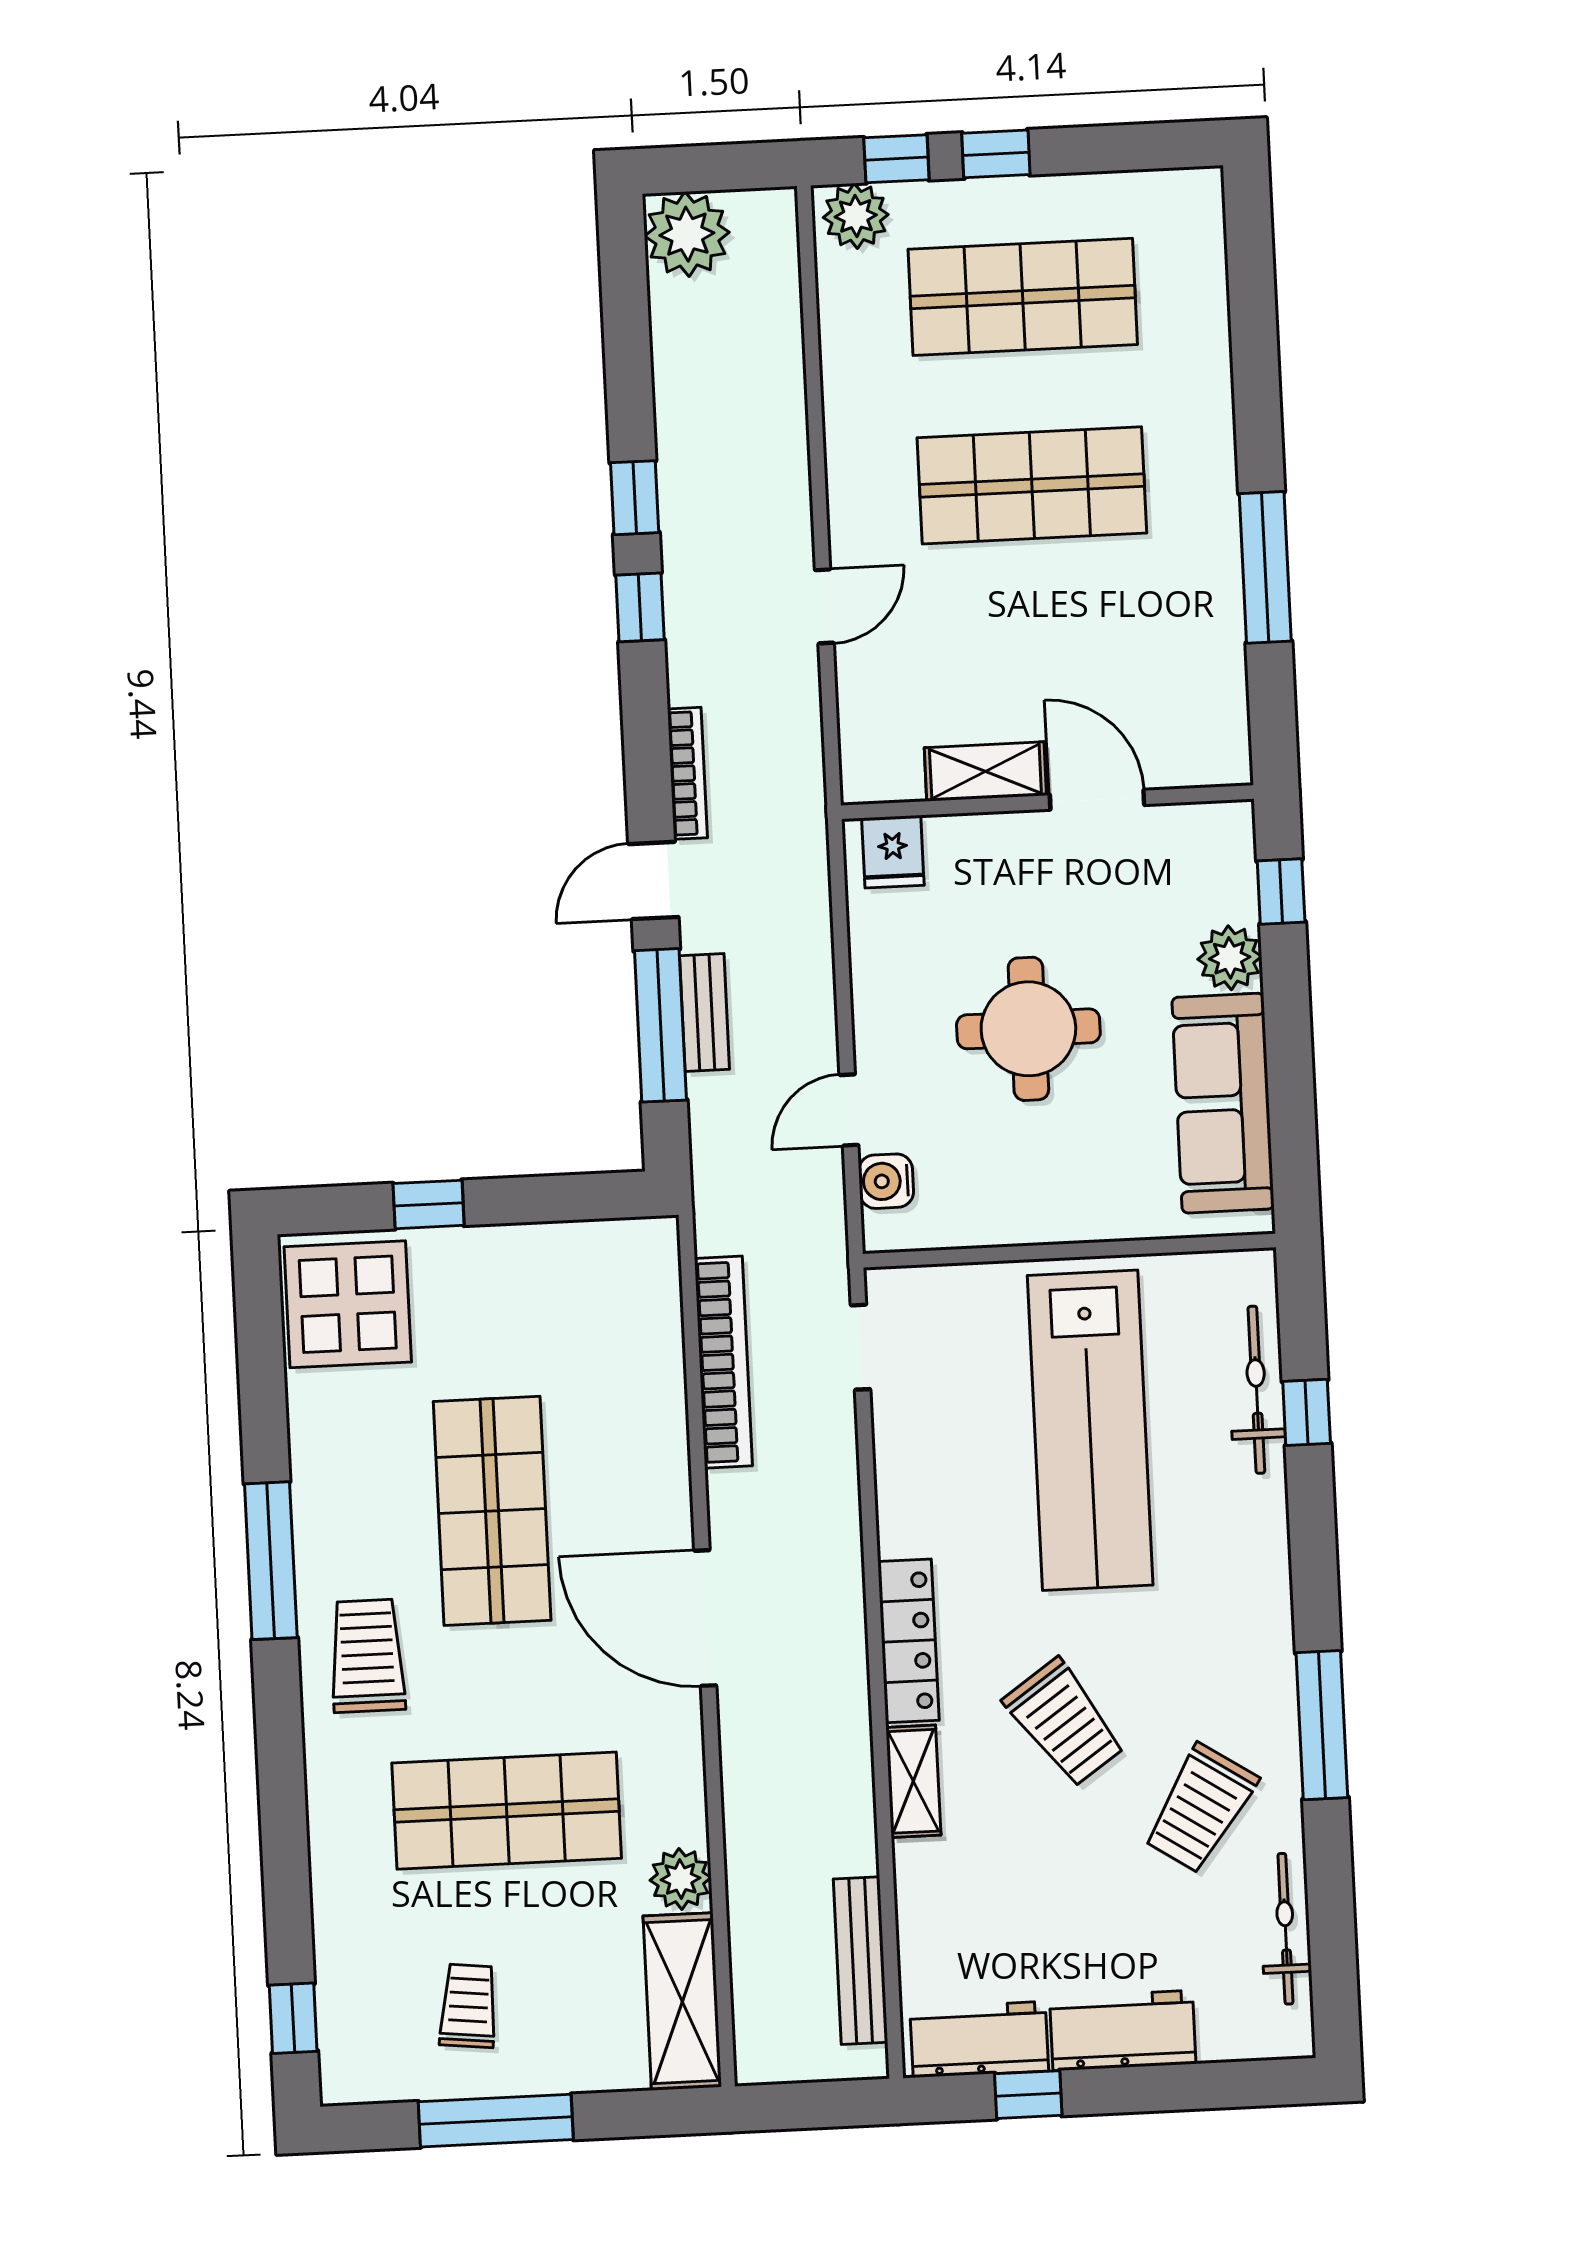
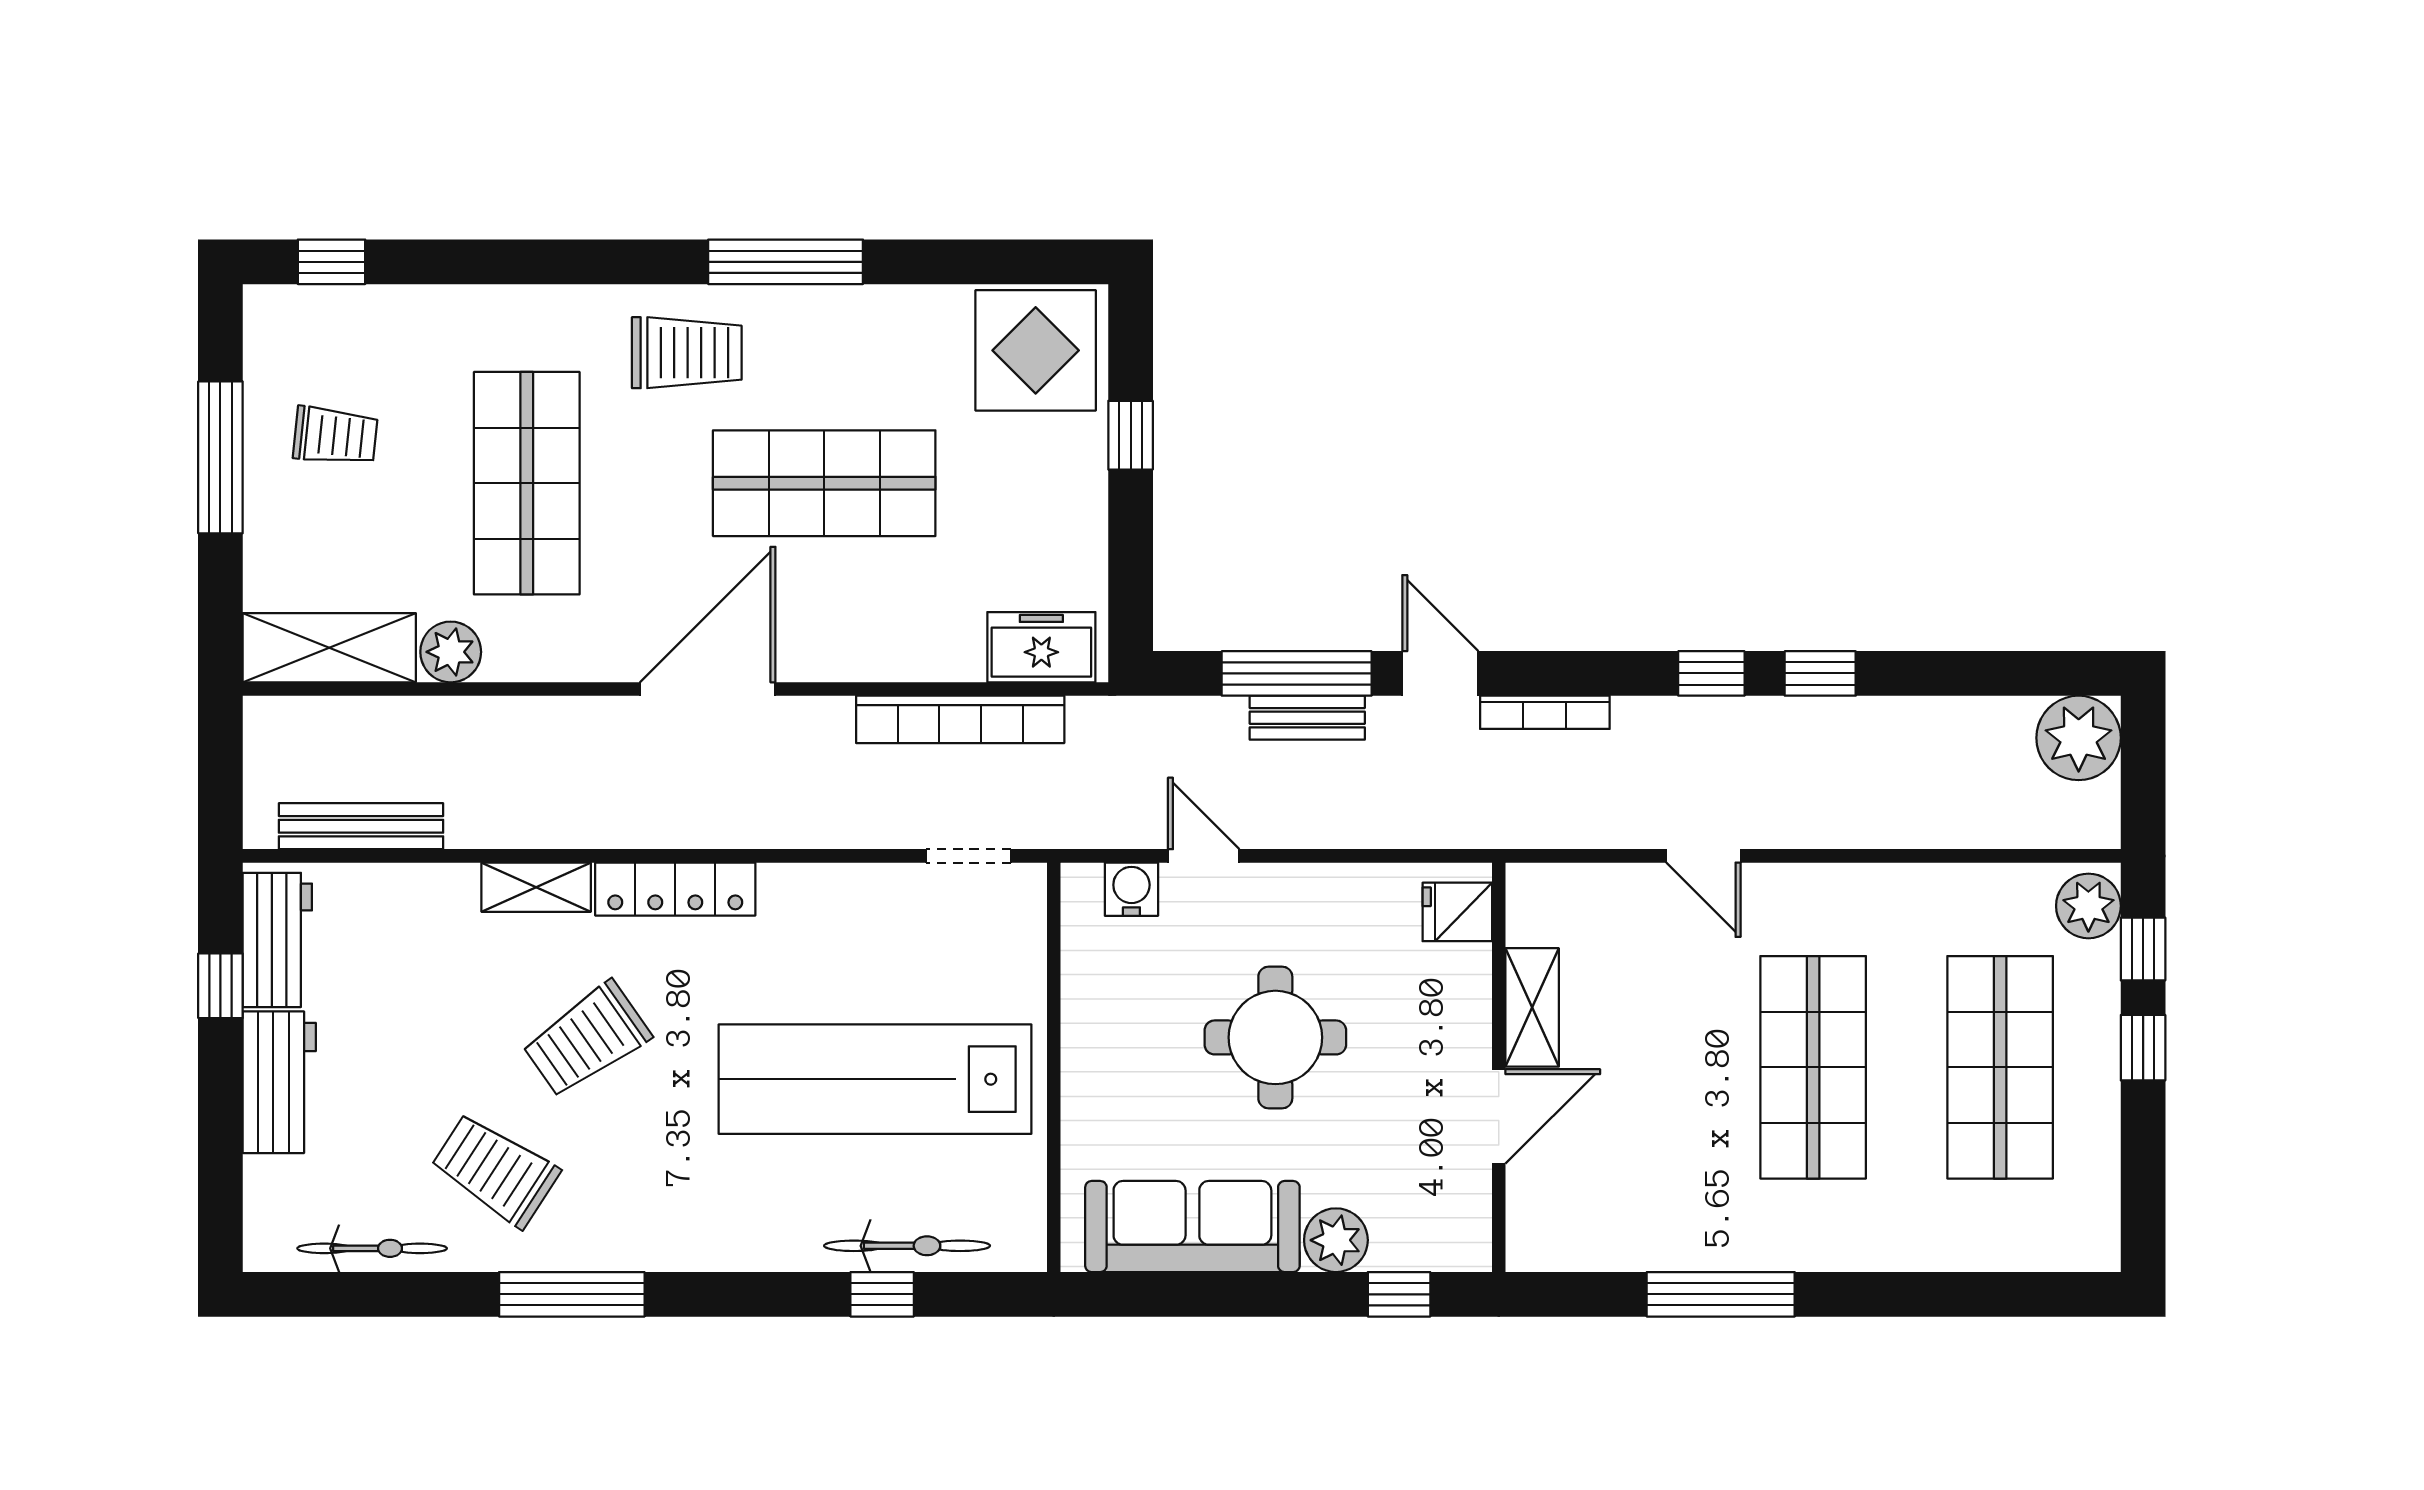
freezer: (647, 1284) -> (1041, 647), added

